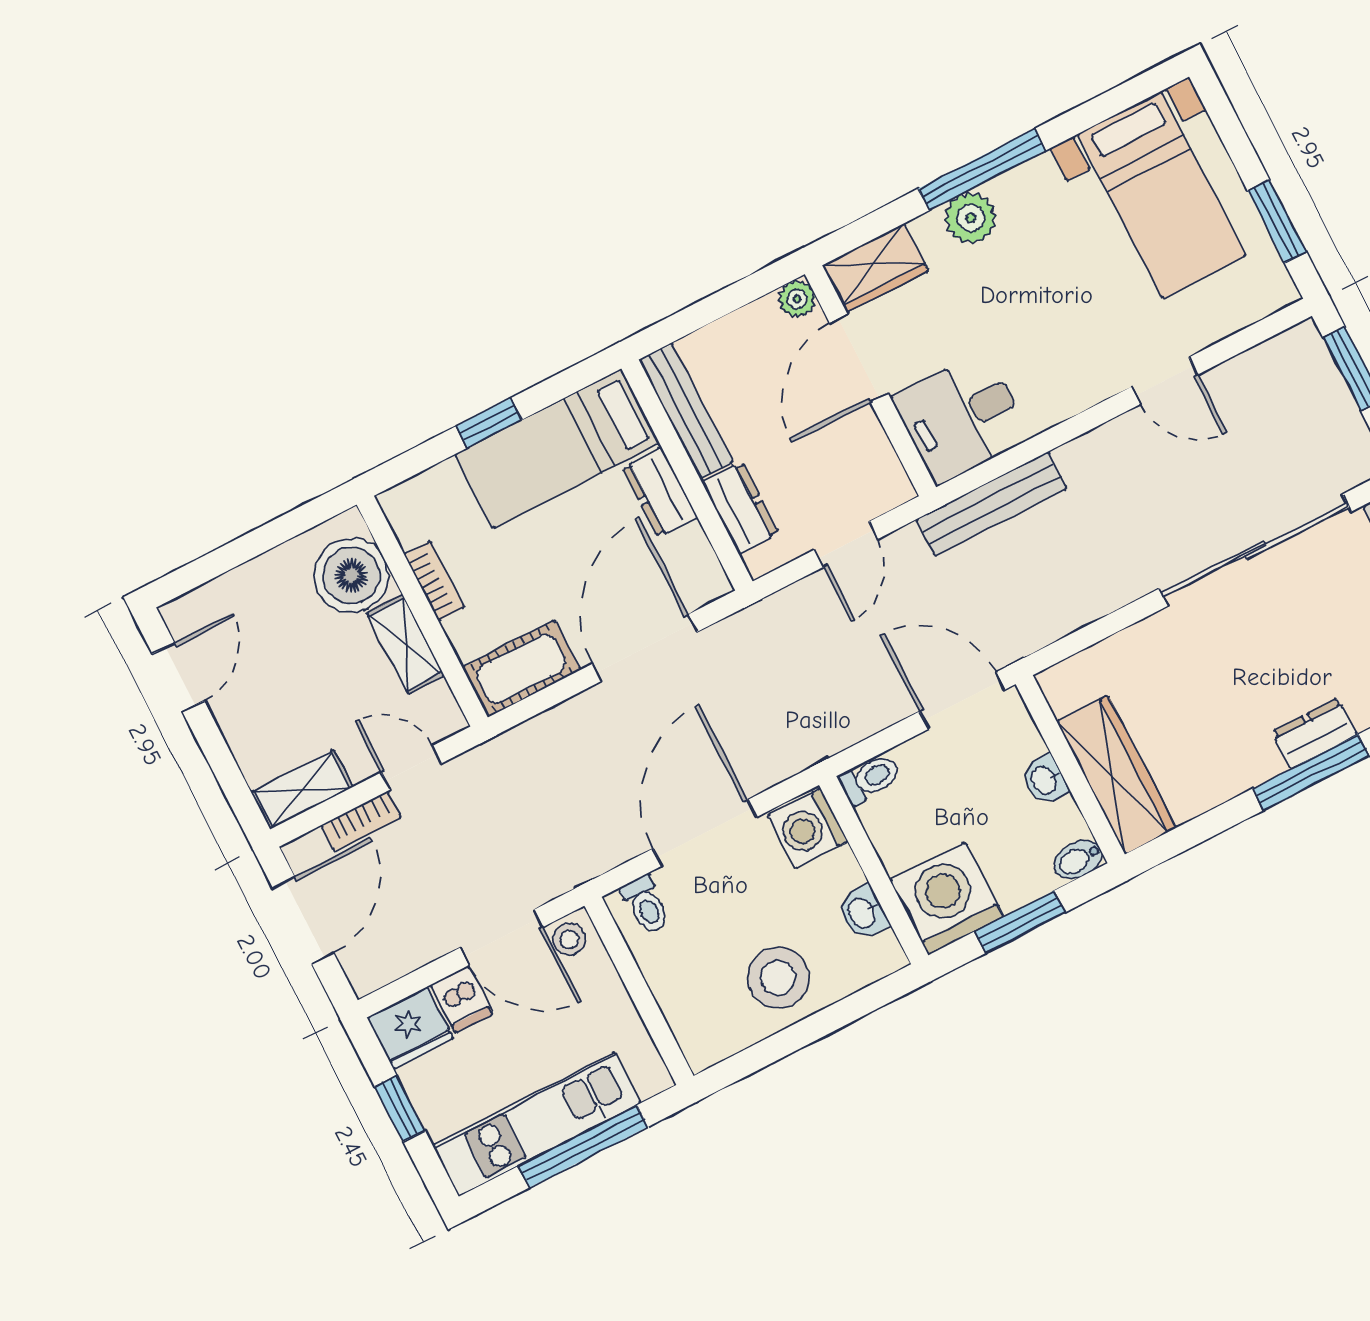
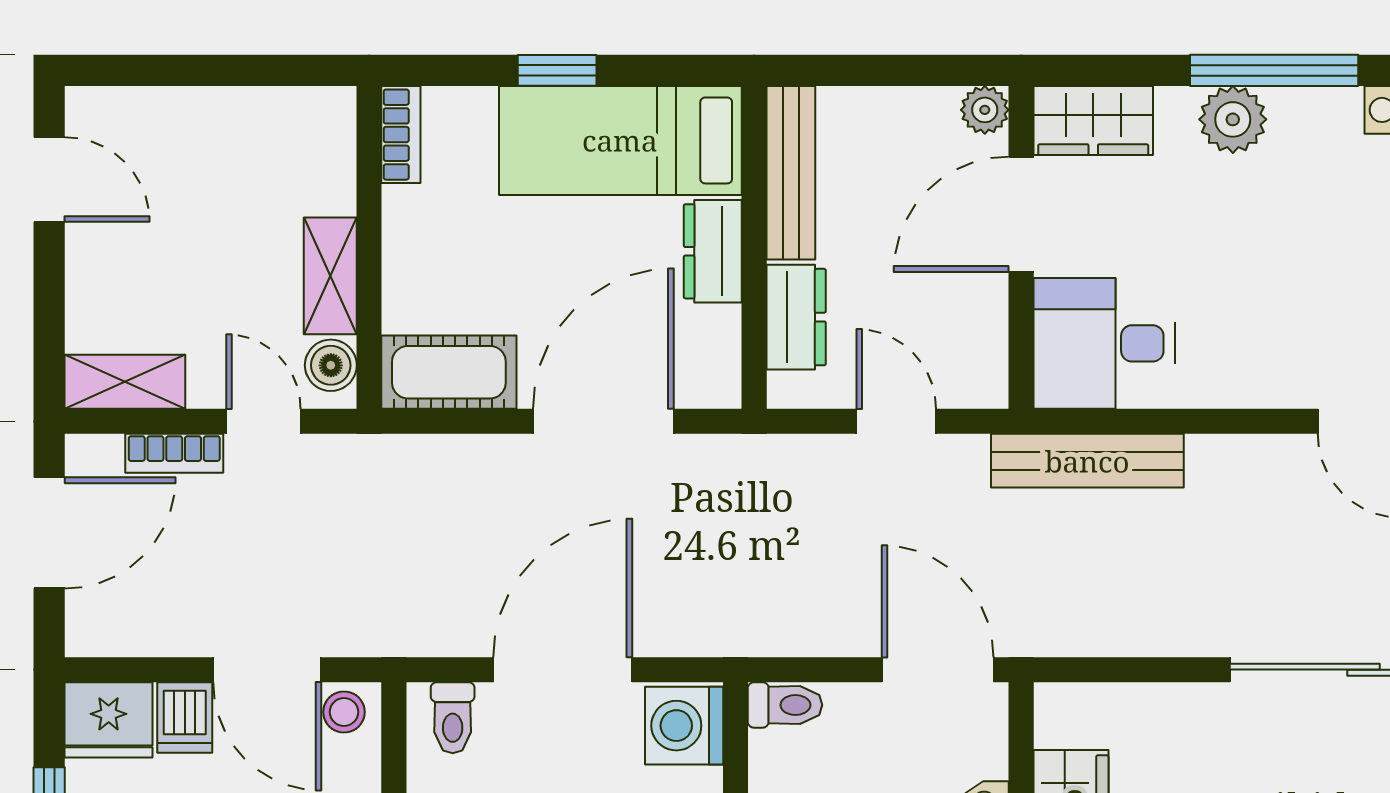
door: (846, 544) -> (896, 421), swing flipped
boiler: (351, 575) -> (331, 365), moved, width x0.54, depth x0.54
bookcase: (434, 581) -> (401, 135), moved
door: (178, 677) -> (49, 179), hinge flipped

